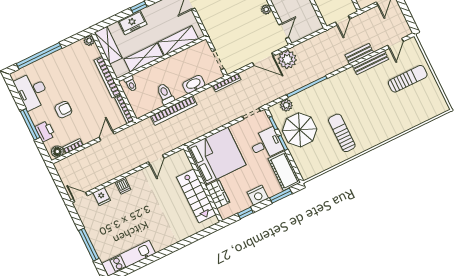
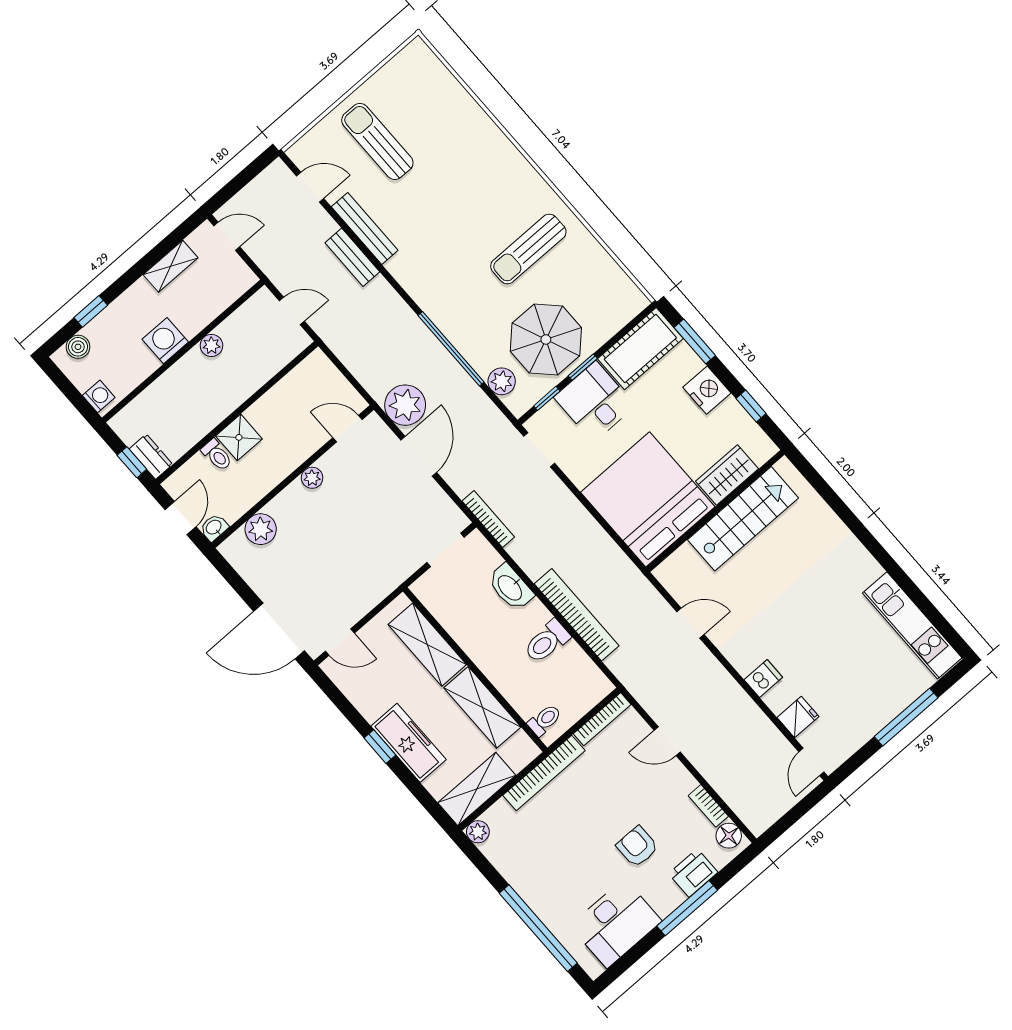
freezer: (132, 23) -> (409, 743), width x1.40

